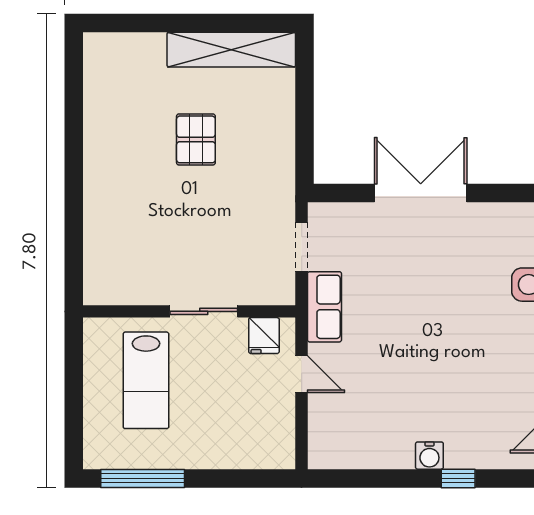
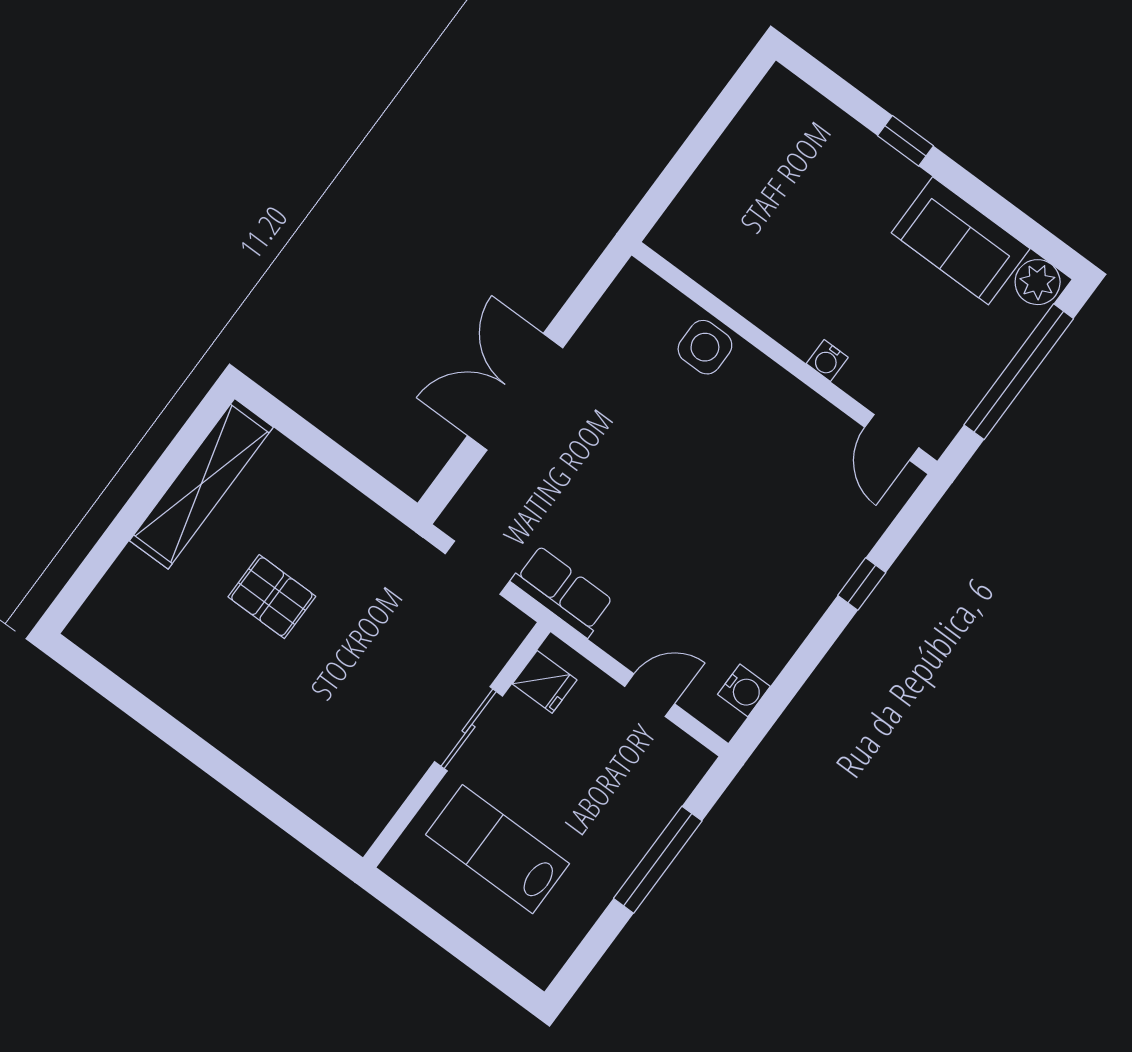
door: (302, 374) -> (650, 695), moved
lab bench: (146, 380) -> (498, 849), turned 180
water cooler: (429, 456) -> (744, 690), moved
window: (143, 478) -> (658, 860), moved

